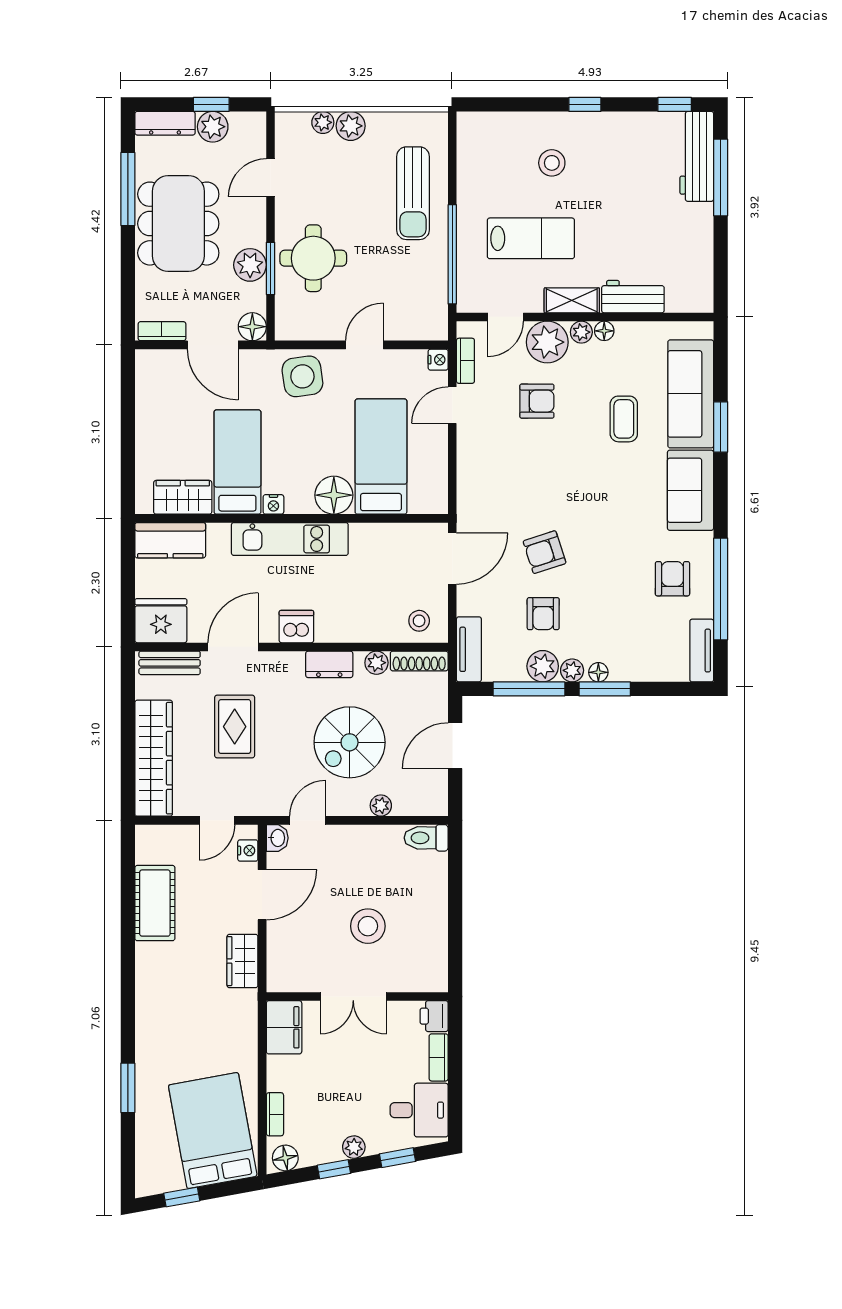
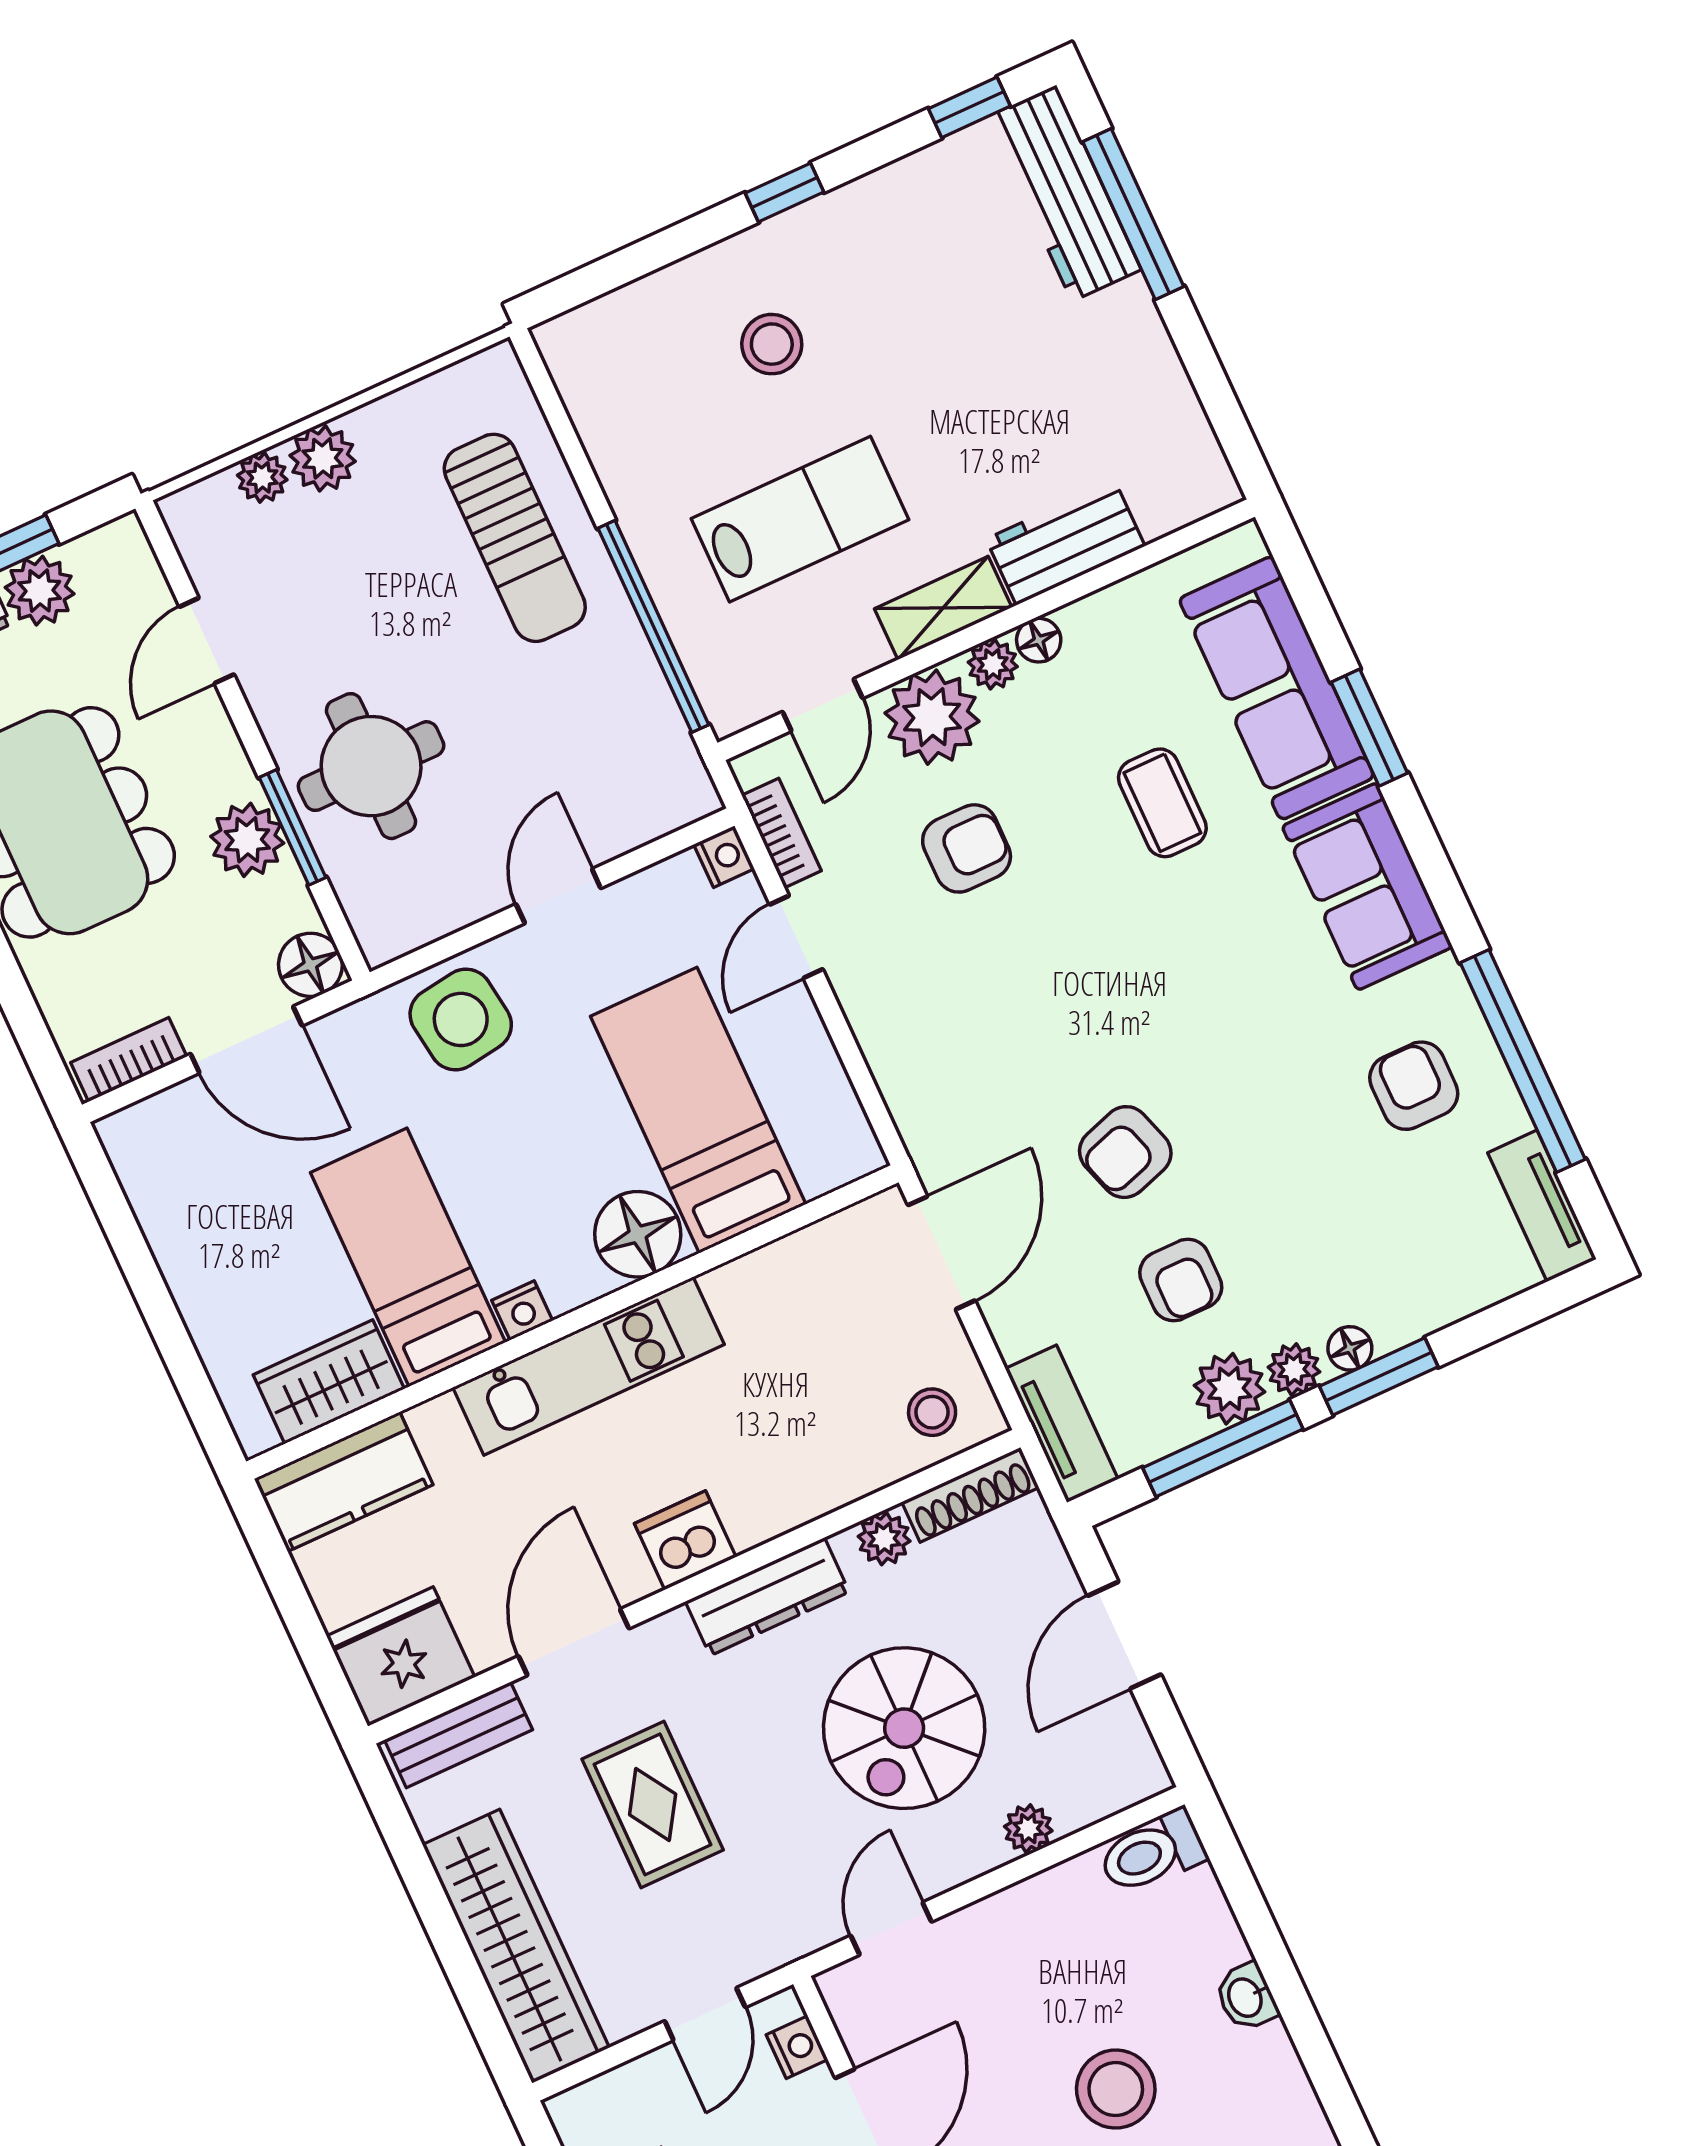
dresser: (329, 664) -> (767, 1597), width x1.44
washbasin: (277, 838) -> (1246, 1997), moved, turned 180

